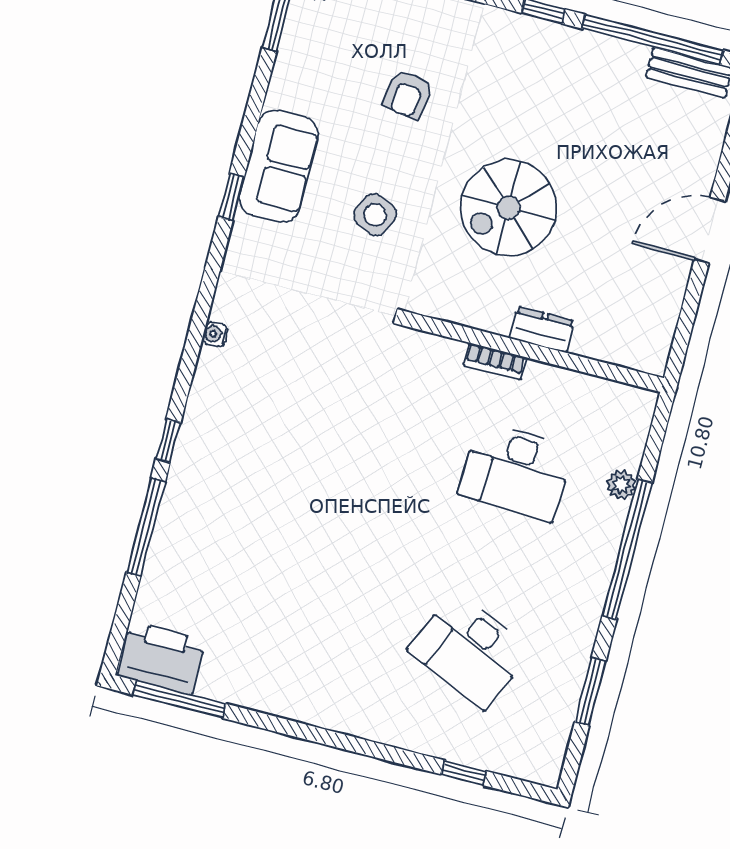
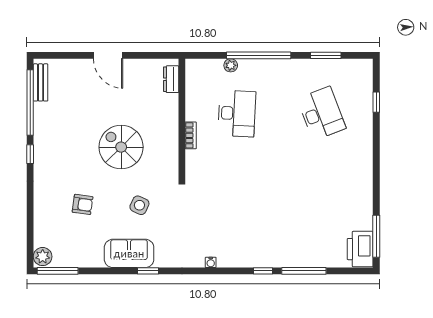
spiral stairs: (508, 208) -> (121, 147), turned 180
dresser: (542, 329) -> (171, 79), moved
desk: (470, 650) -> (321, 113), turned -45

